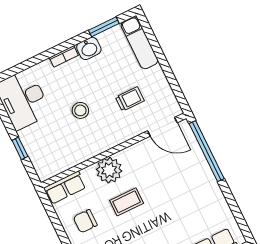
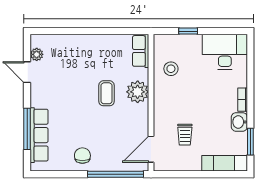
stool: (80, 110) -> (171, 69), moved
chair: (85, 221) -> (82, 156), moved

